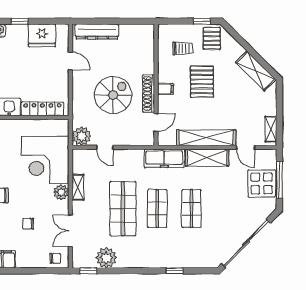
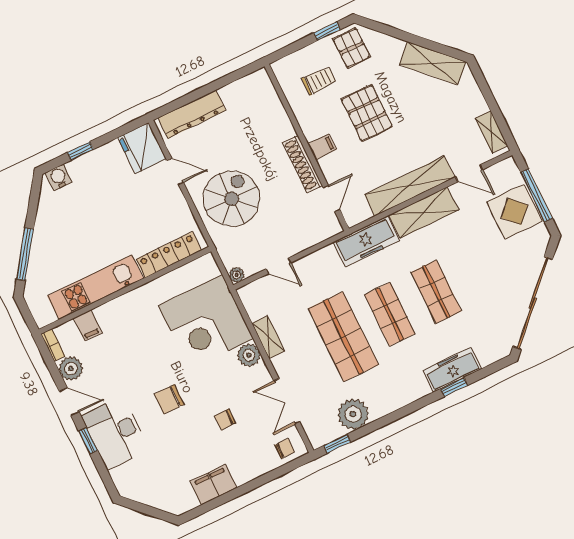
fridge: (42, 35) -> (142, 148), moved, turned 90
spiral stairs: (113, 95) -> (232, 199), moved
plant: (81, 136) -> (237, 275), width x0.53, depth x0.53
freezer: (179, 260) -> (452, 370), added

